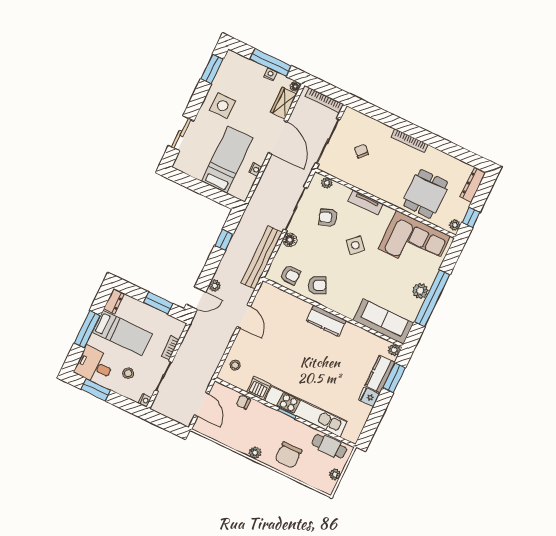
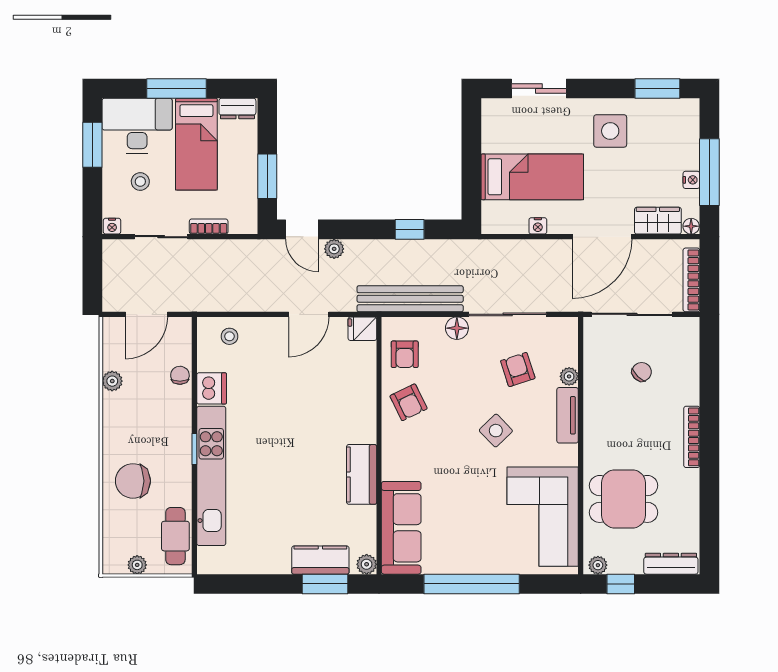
plant: (327, 183) -> (569, 376), moved
plant: (420, 291) -> (474, 561), removed
kitchen counter: (326, 321) -> (362, 474), moved
desk: (95, 366) -> (137, 126), width x1.37
fridge: (369, 397) -> (362, 329), moved, turned -90
plant: (255, 453) -> (112, 381), moved

